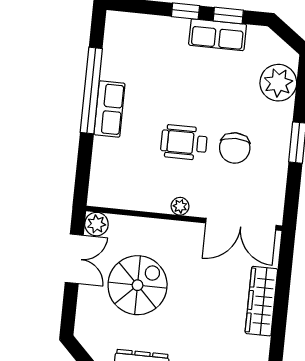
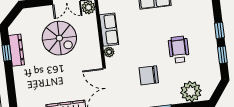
row of seats: (218, 35) -> (109, 30), moved, turned 180
wheelchair: (184, 142) -> (179, 50), moved

